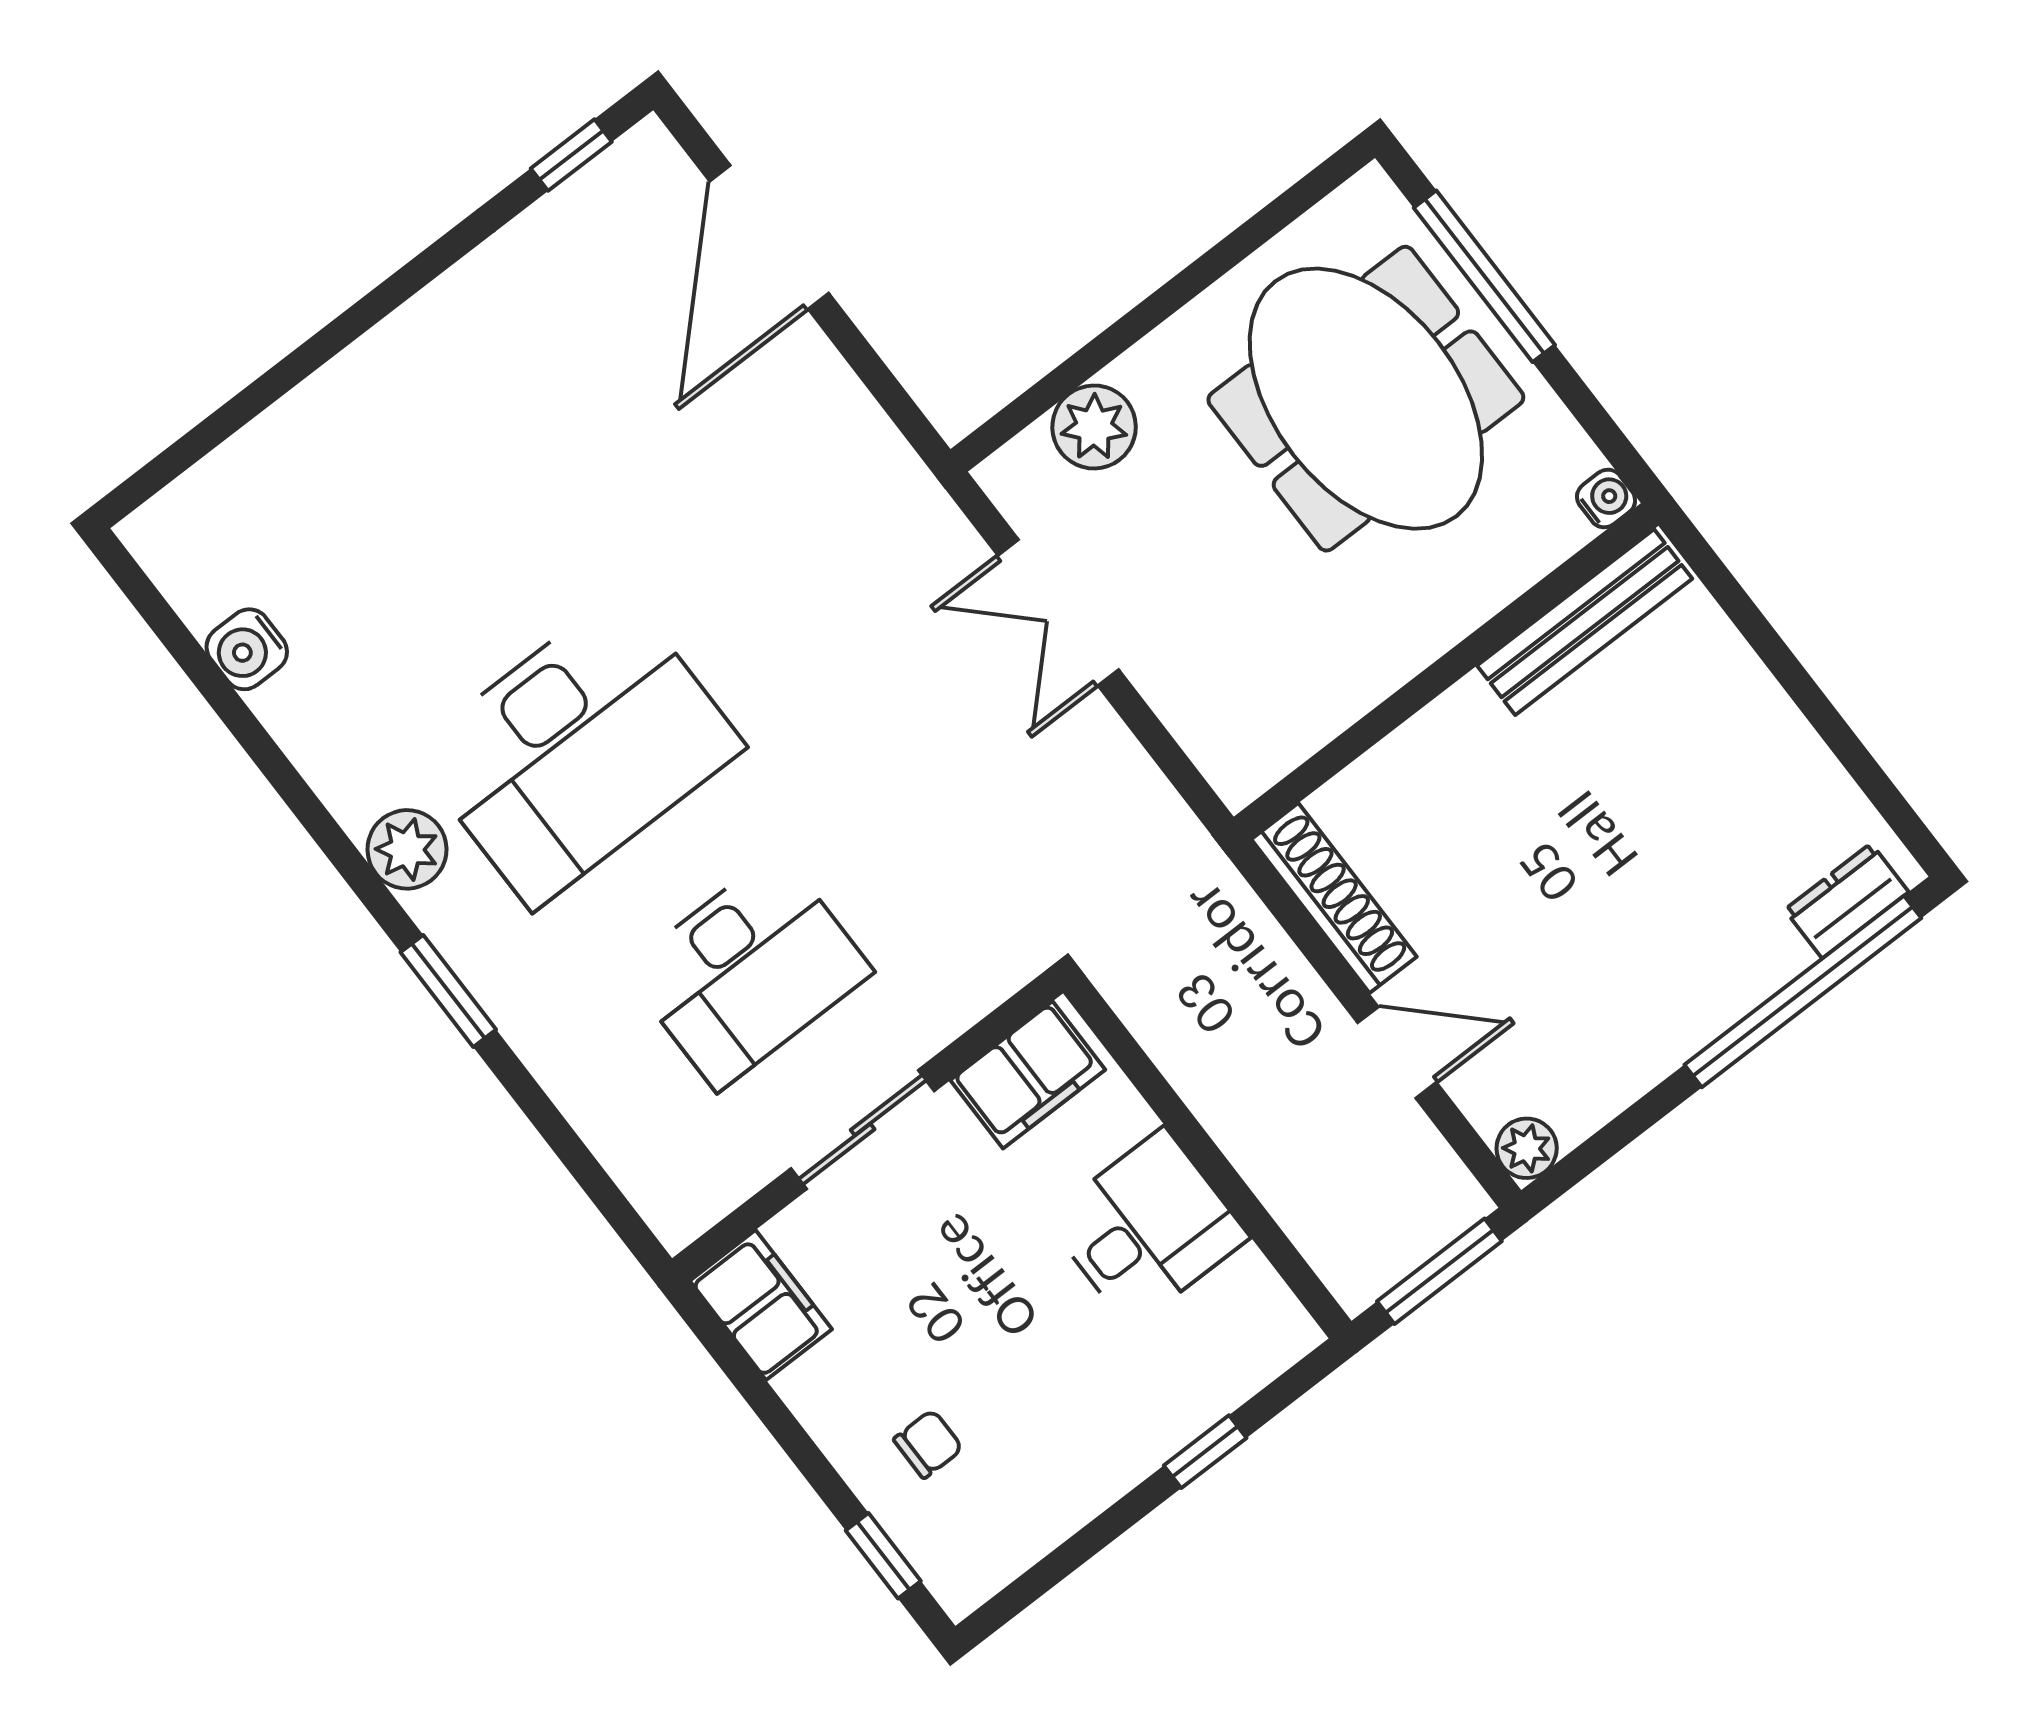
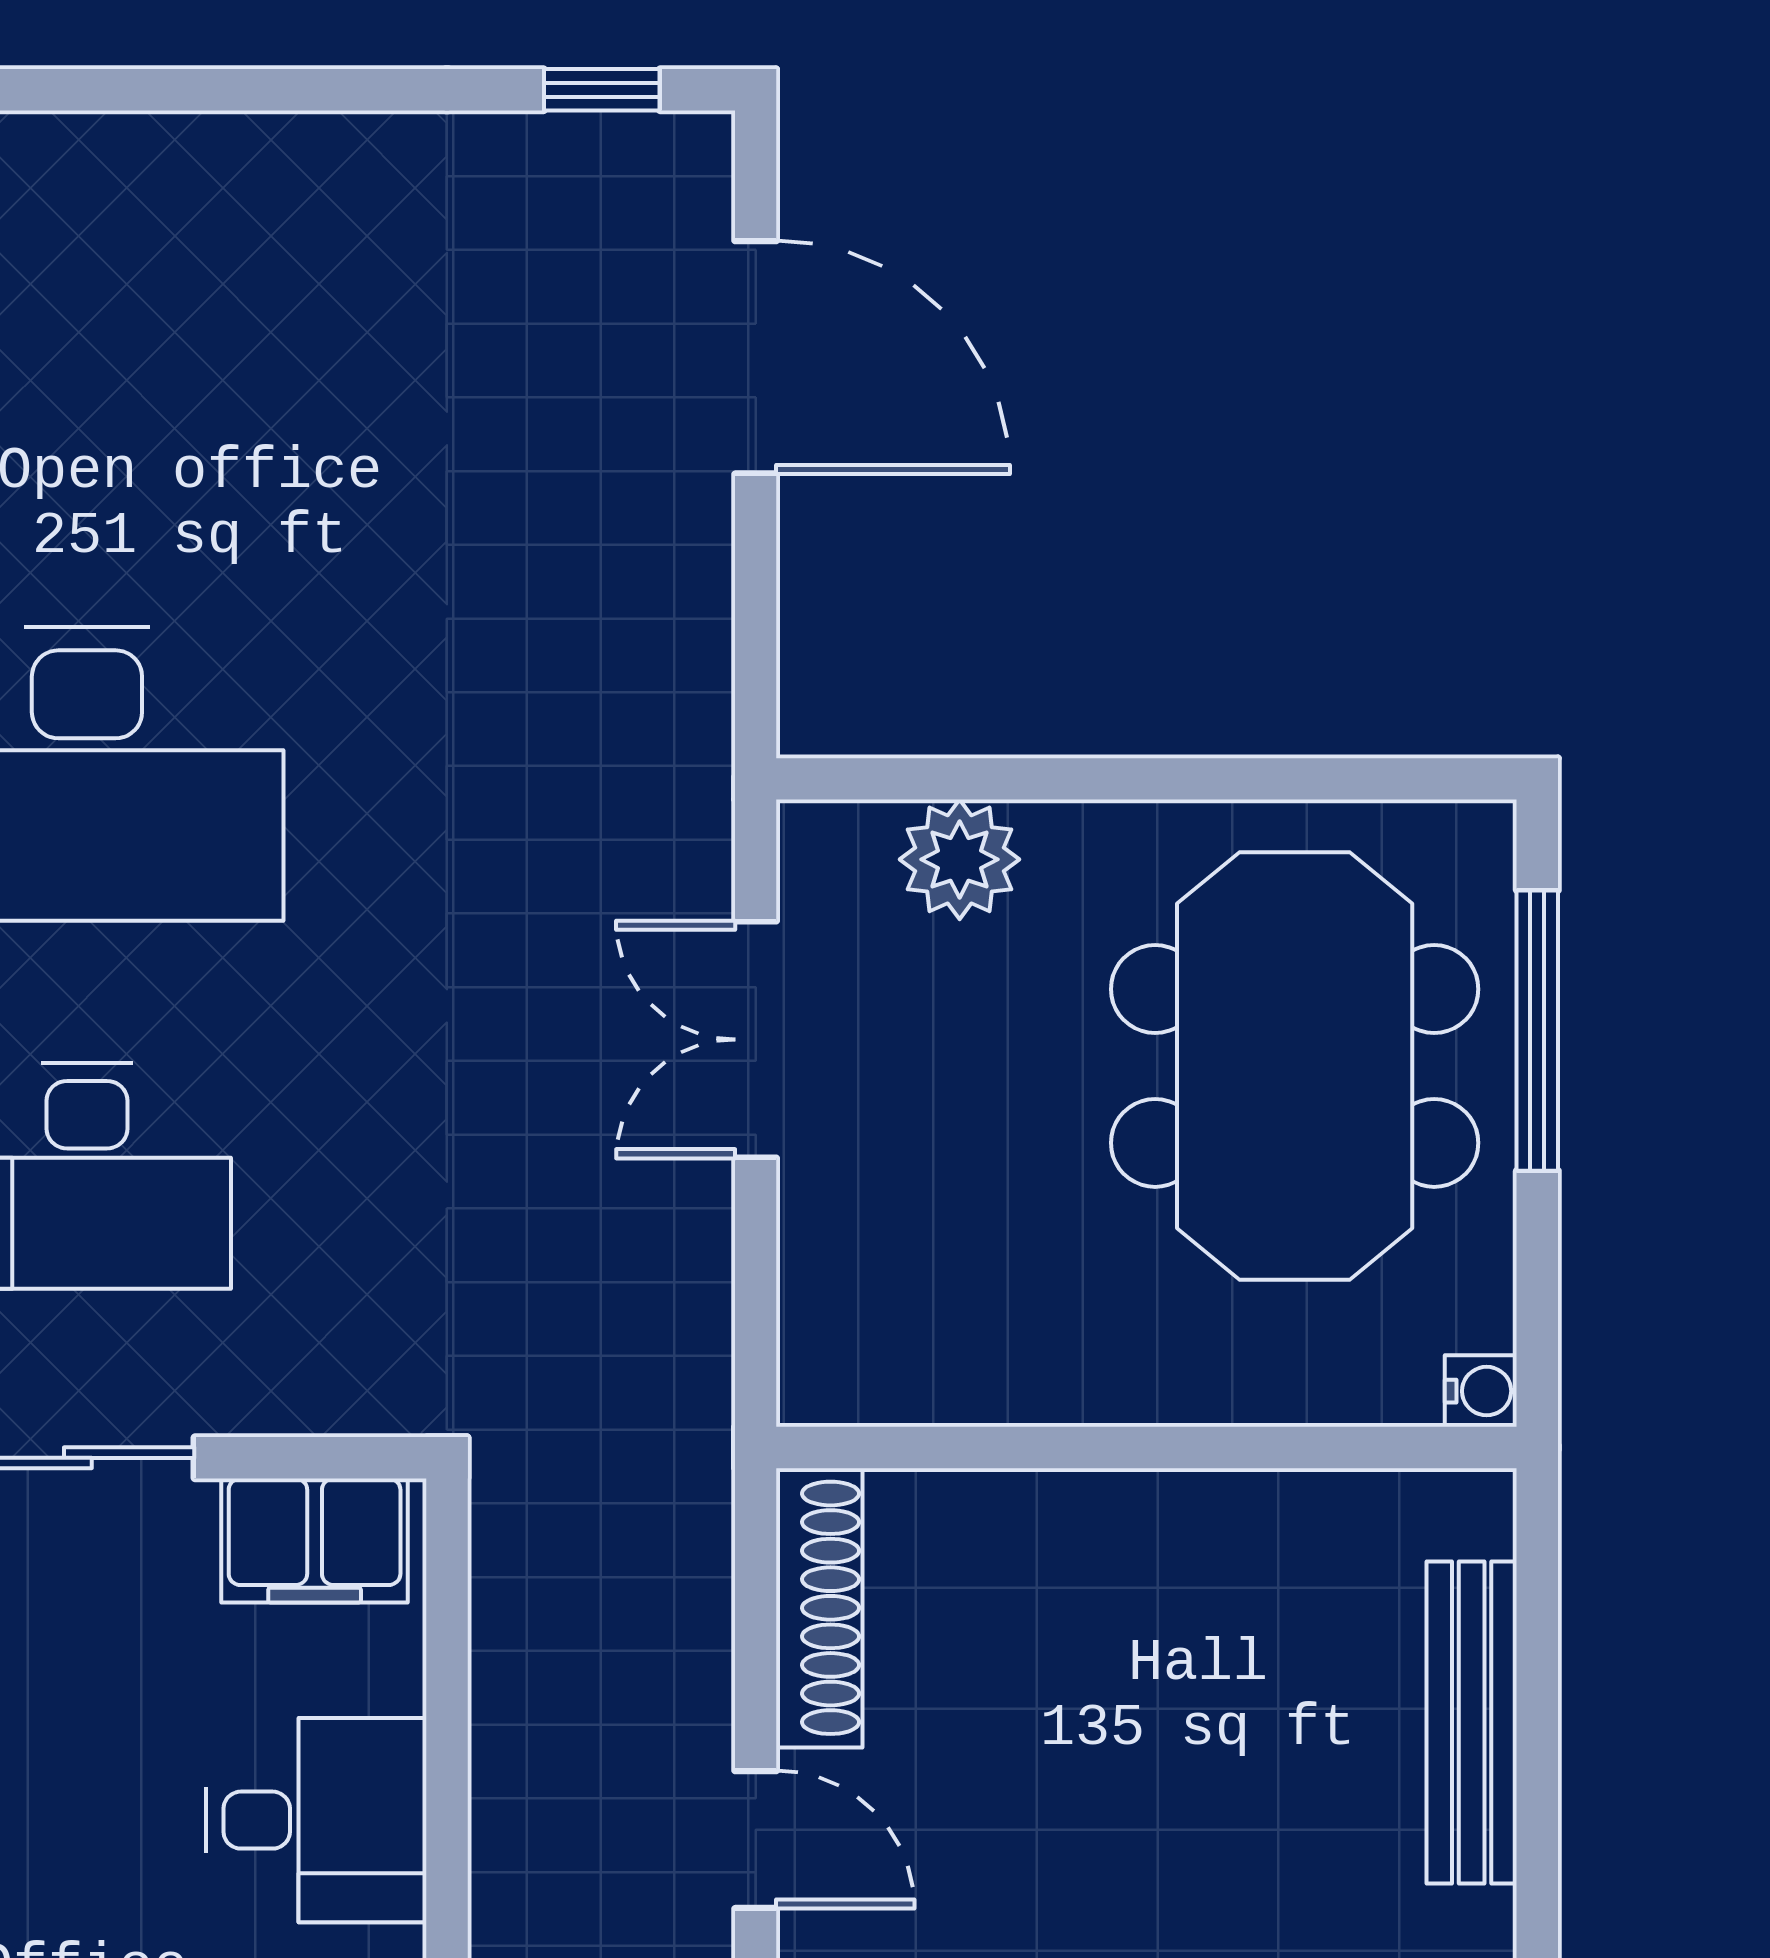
door: (769, 237) -> (756, 357), swing flipped
bench: (1585, 622) -> (1472, 1722), moved, turned 90

